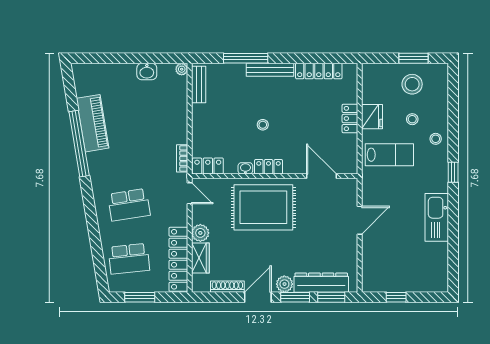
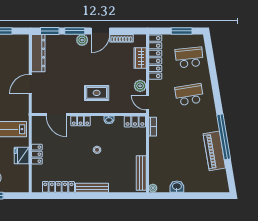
window: (246, 58) -> (109, 196), removed
bench: (199, 85) -> (141, 173), width x1.36
locker: (269, 167) -> (80, 121), moved
rug: (263, 207) -> (97, 93), width x0.54, depth x0.49
plant: (200, 233) -> (140, 86), moved
dresser: (321, 283) -> (38, 53), moved, turned -90

